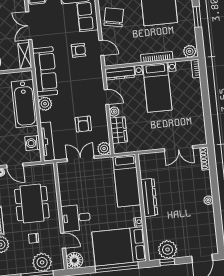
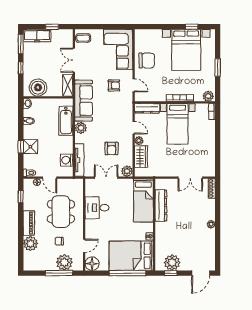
chair: (114, 17) -> (147, 60), turned 79
bathtub: (25, 104) -> (66, 121), width x0.73, depth x0.73
dresser: (149, 197) -> (161, 206), moved
desk: (76, 218) -> (97, 208), moved
door: (63, 241) -> (84, 246), hinge flipped

